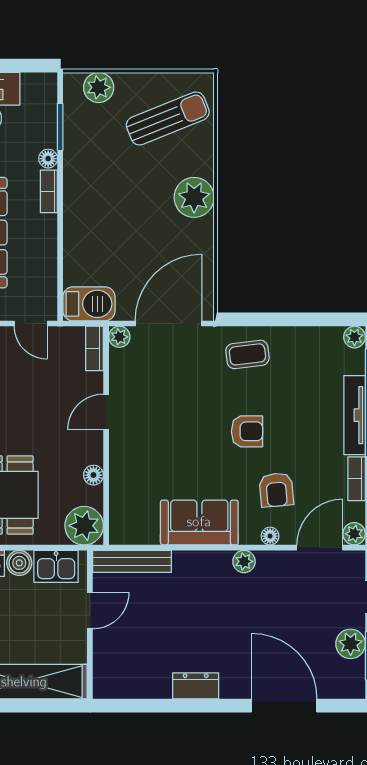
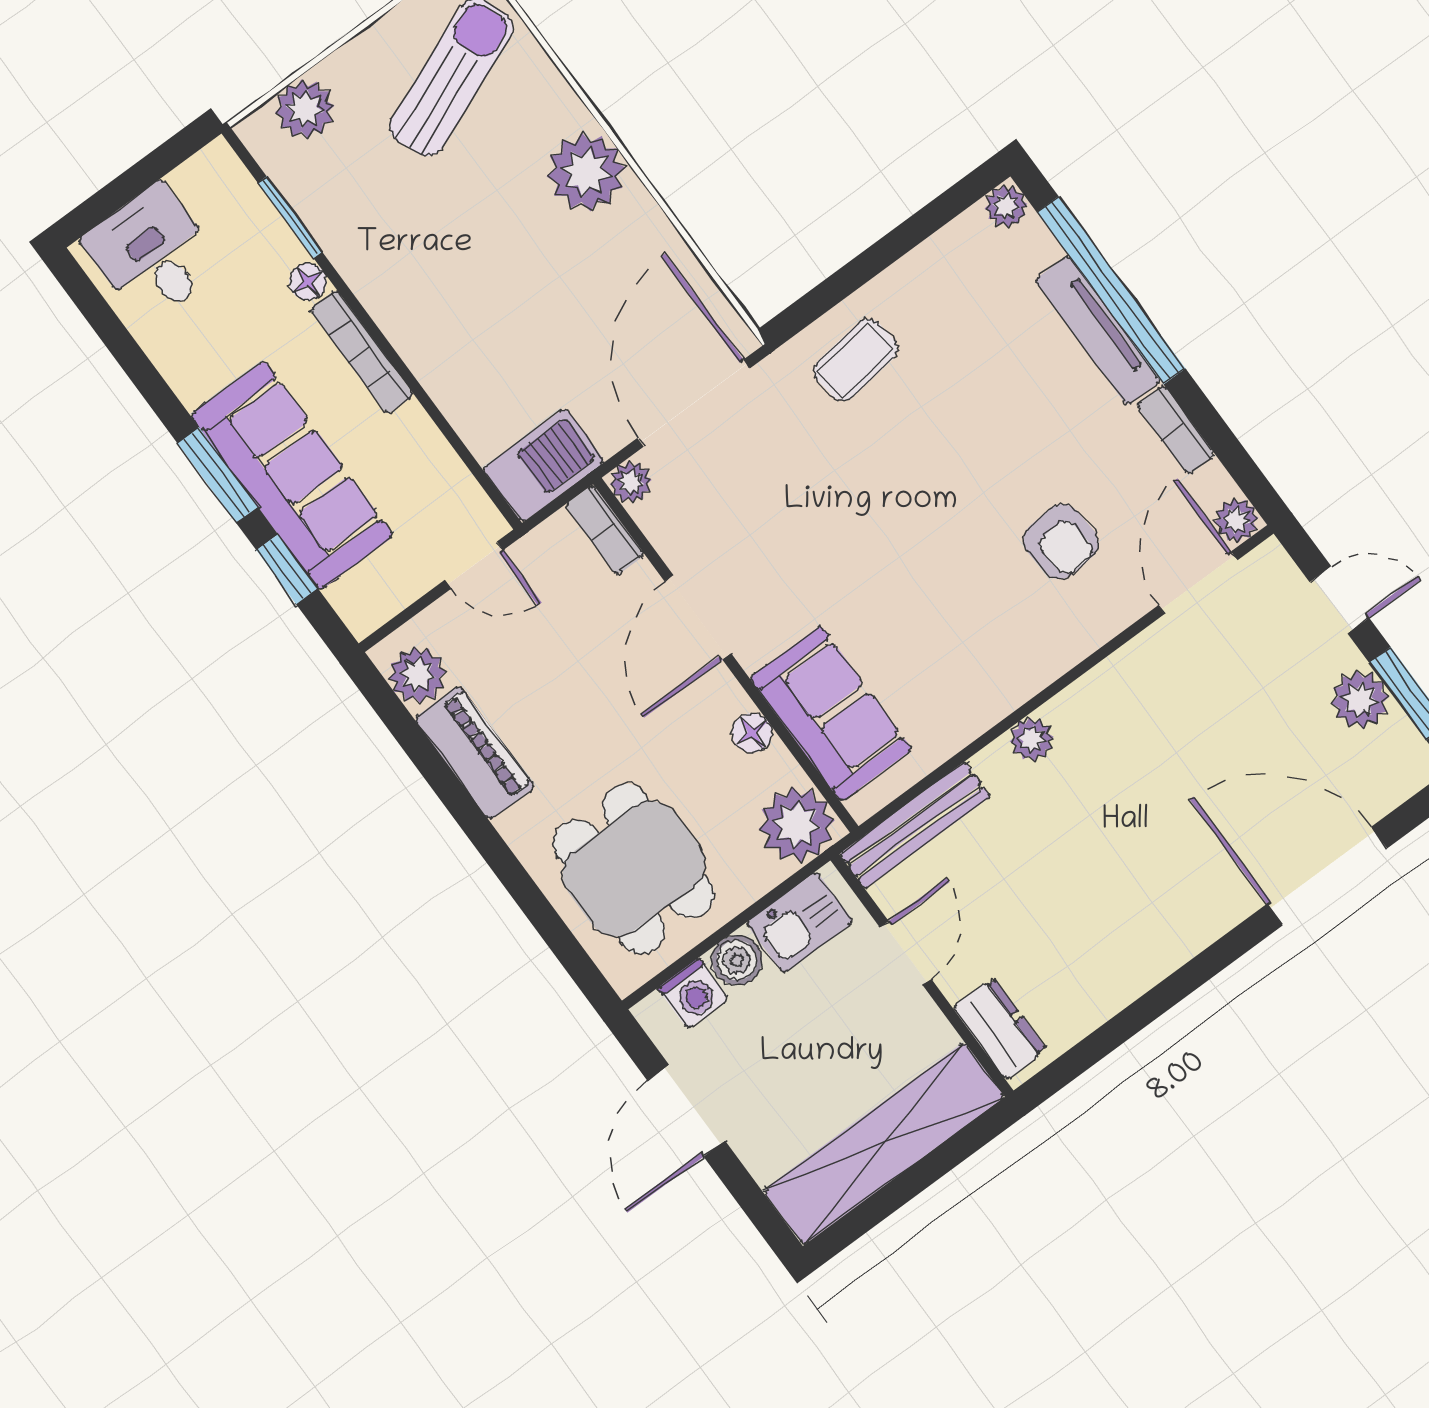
bookcase: (49, 191) -> (362, 352), width x1.56
door: (106, 412) -> (698, 617), width x1.38
armchair: (247, 431) -> (945, 483), removed
sofa: (199, 522) -> (831, 714), moved, turned 90
floor lamp: (270, 536) -> (1105, 623), removed
plant: (244, 561) -> (1032, 739), moved
dresser: (196, 686) -> (1000, 1029), moved, turned 90

